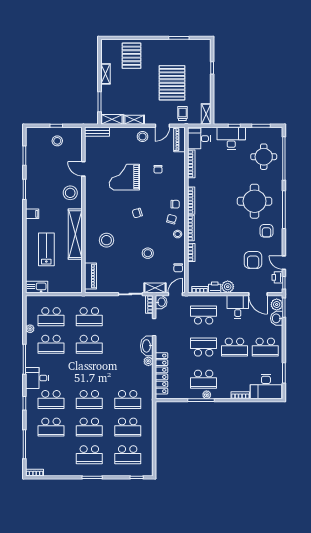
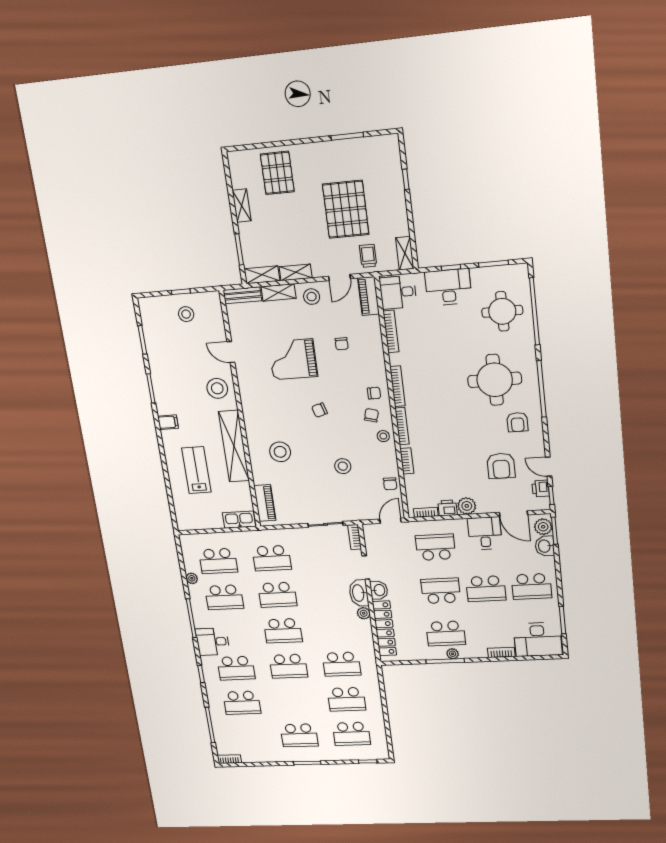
kitchen sink: (37, 287) -> (239, 520), moved
shelving: (155, 288) -> (279, 292), moved
washbasin: (161, 302) -> (379, 590), moved
school desk: (89, 427) -> (283, 631), moved

